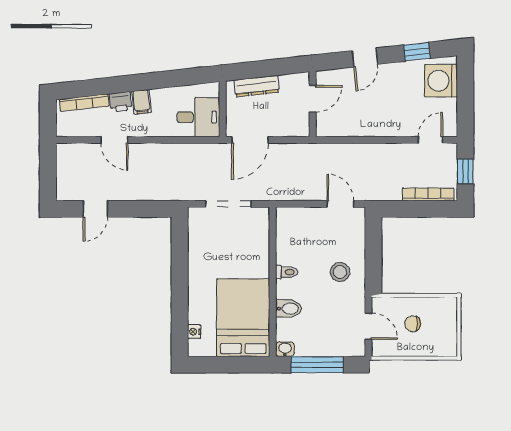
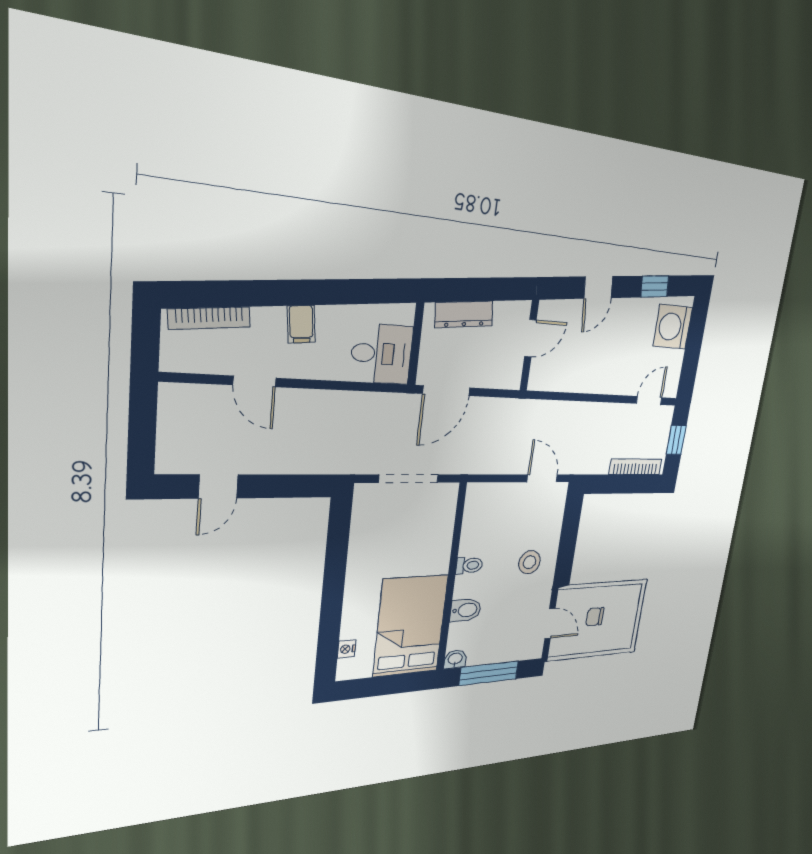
printer: (121, 102) -> (269, 322), removed

